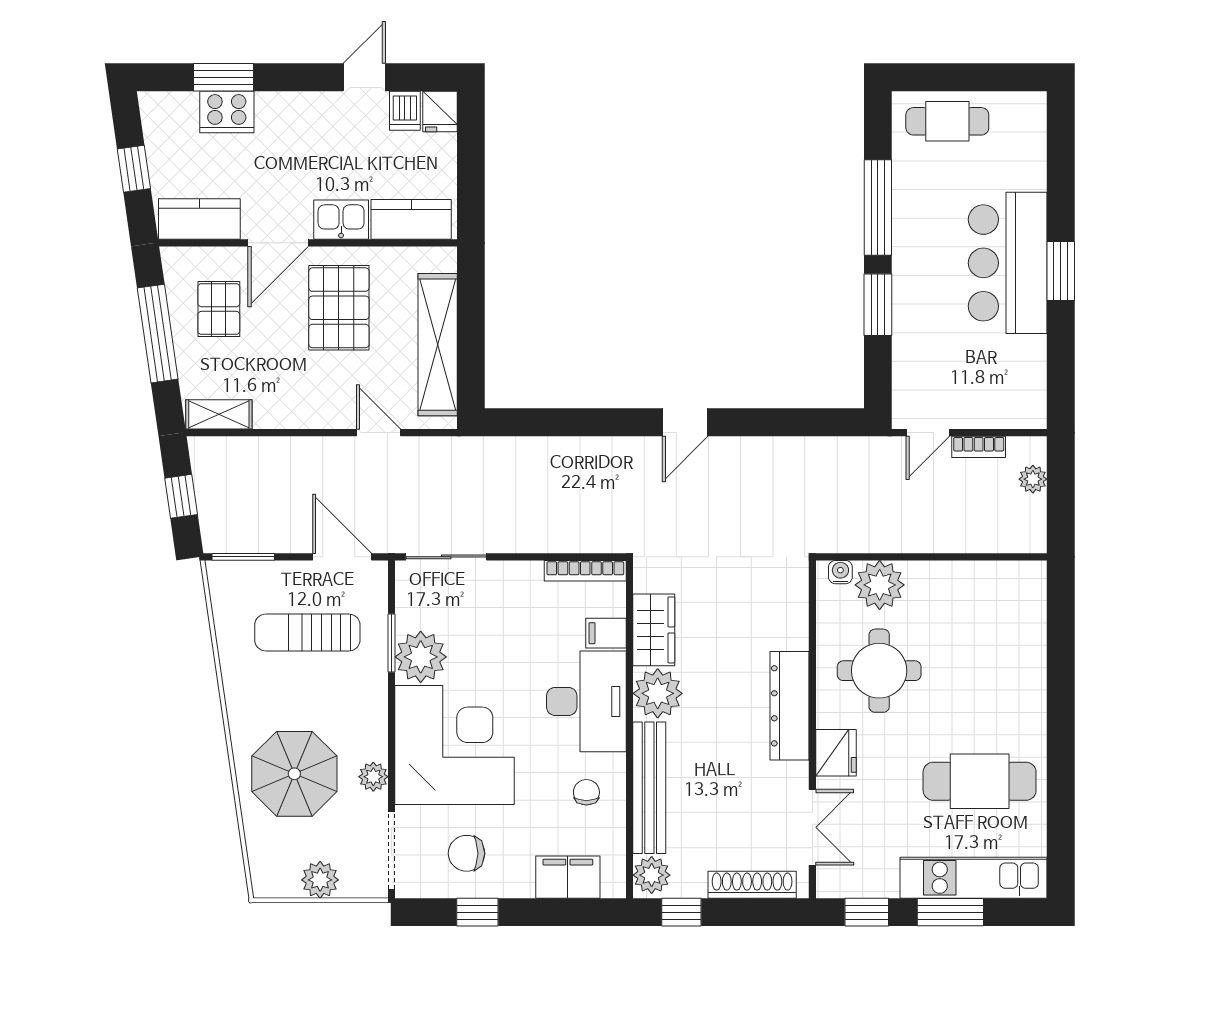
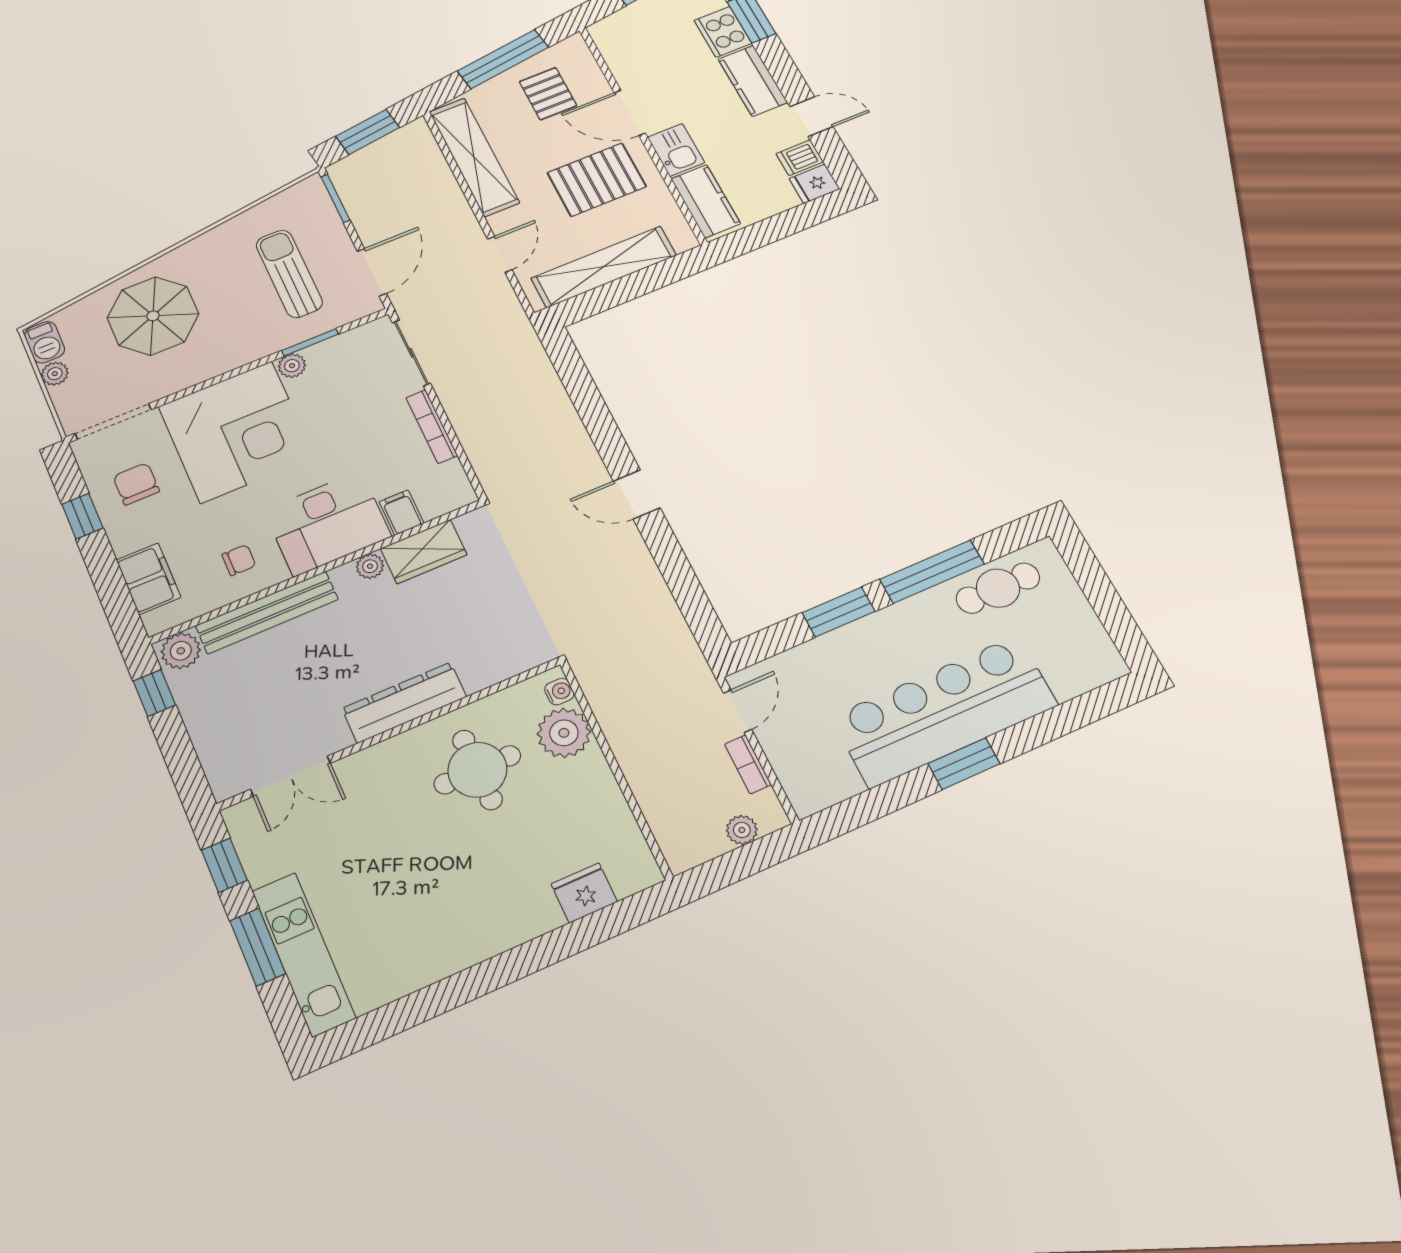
cafe table: (947, 121) -> (998, 588), moved, turned 90
kitchen counter: (199, 219) -> (753, 81), moved, turned 180
bar counter: (1008, 263) -> (944, 711), width x1.36
pallet: (219, 309) -> (548, 94), turned 90
shelving: (219, 414) -> (474, 157), width x2.20, depth x1.33
door: (928, 433) -> (738, 711), swing flipped
window: (181, 496) -> (368, 132), width x1.50
bookcase: (585, 571) -> (432, 426), moved
plant: (421, 657) -> (292, 366), width x0.53, depth x0.53
plant: (658, 693) -> (370, 566), width x0.53, depth x0.53
fridge: (836, 753) -> (584, 893), moved, turned 180
plant: (373, 777) -> (177, 379), removed
cafe table: (980, 781) -> (407, 915), removed
plant: (320, 880) -> (55, 374), width x0.73, depth x0.73
barbecue: (276, 882) -> (45, 342), added
shoe rack: (752, 885) -> (208, 746), removed

